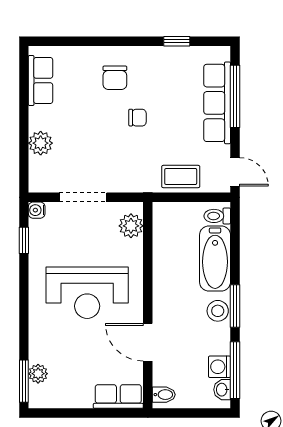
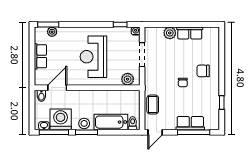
row of seats: (41, 81) -> (190, 33), moved
row of seats: (217, 103) -> (190, 123), width x0.68
door: (148, 342) -> (57, 88), moved
washing machine: (220, 367) -> (61, 119), width x1.89, depth x1.89
row of seats: (118, 397) -> (40, 56), moved

